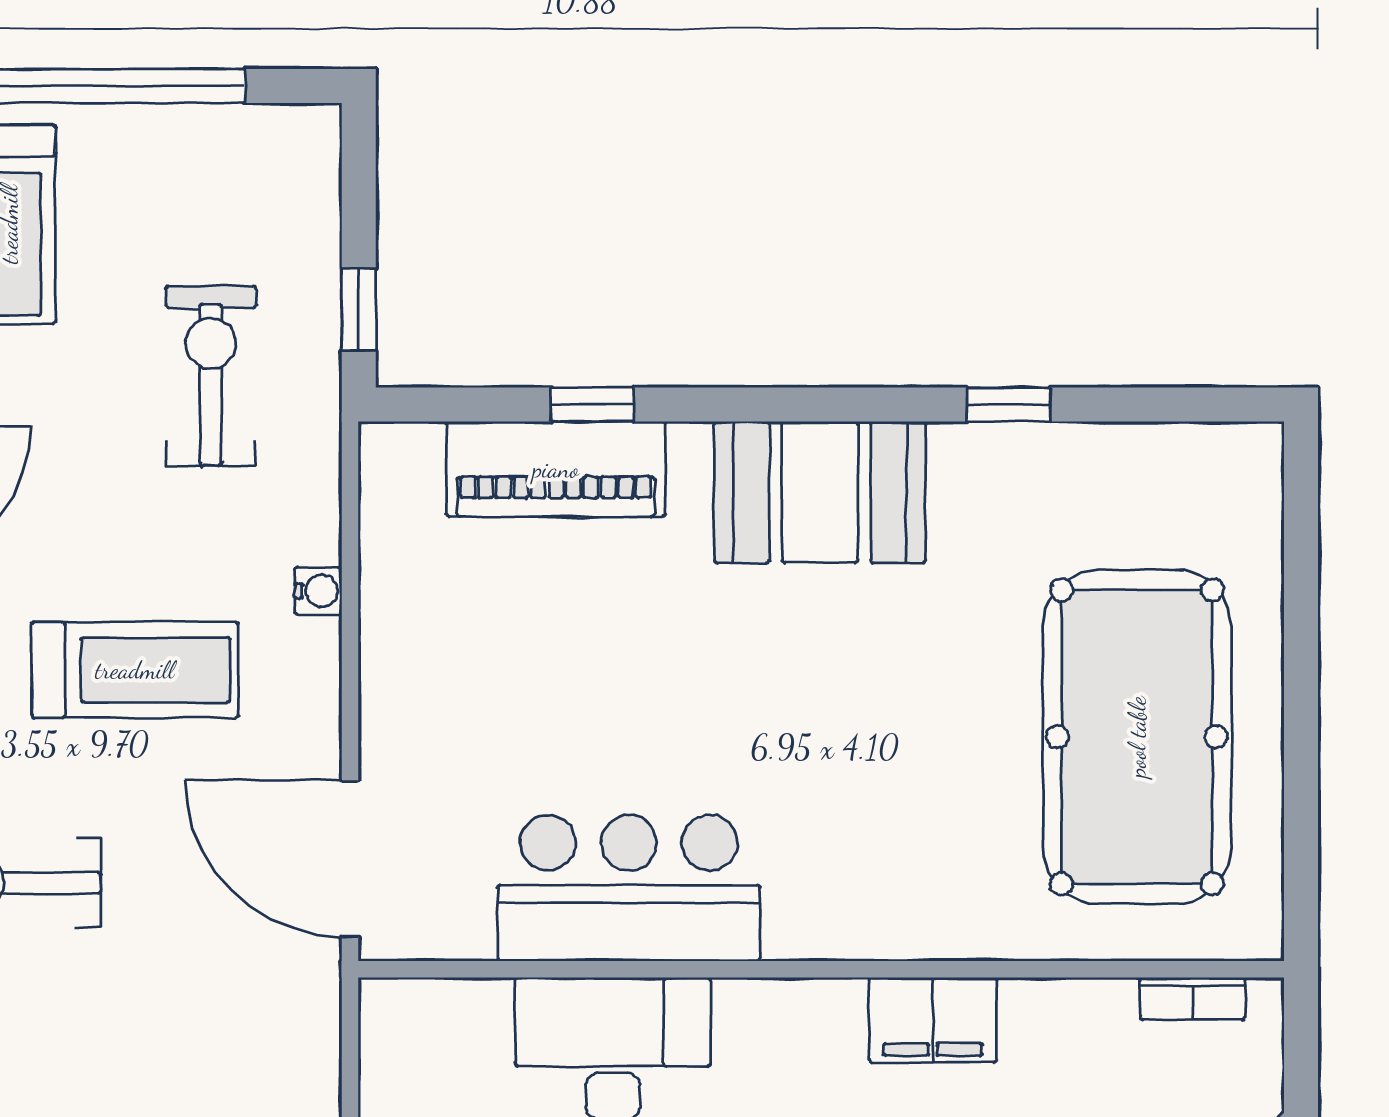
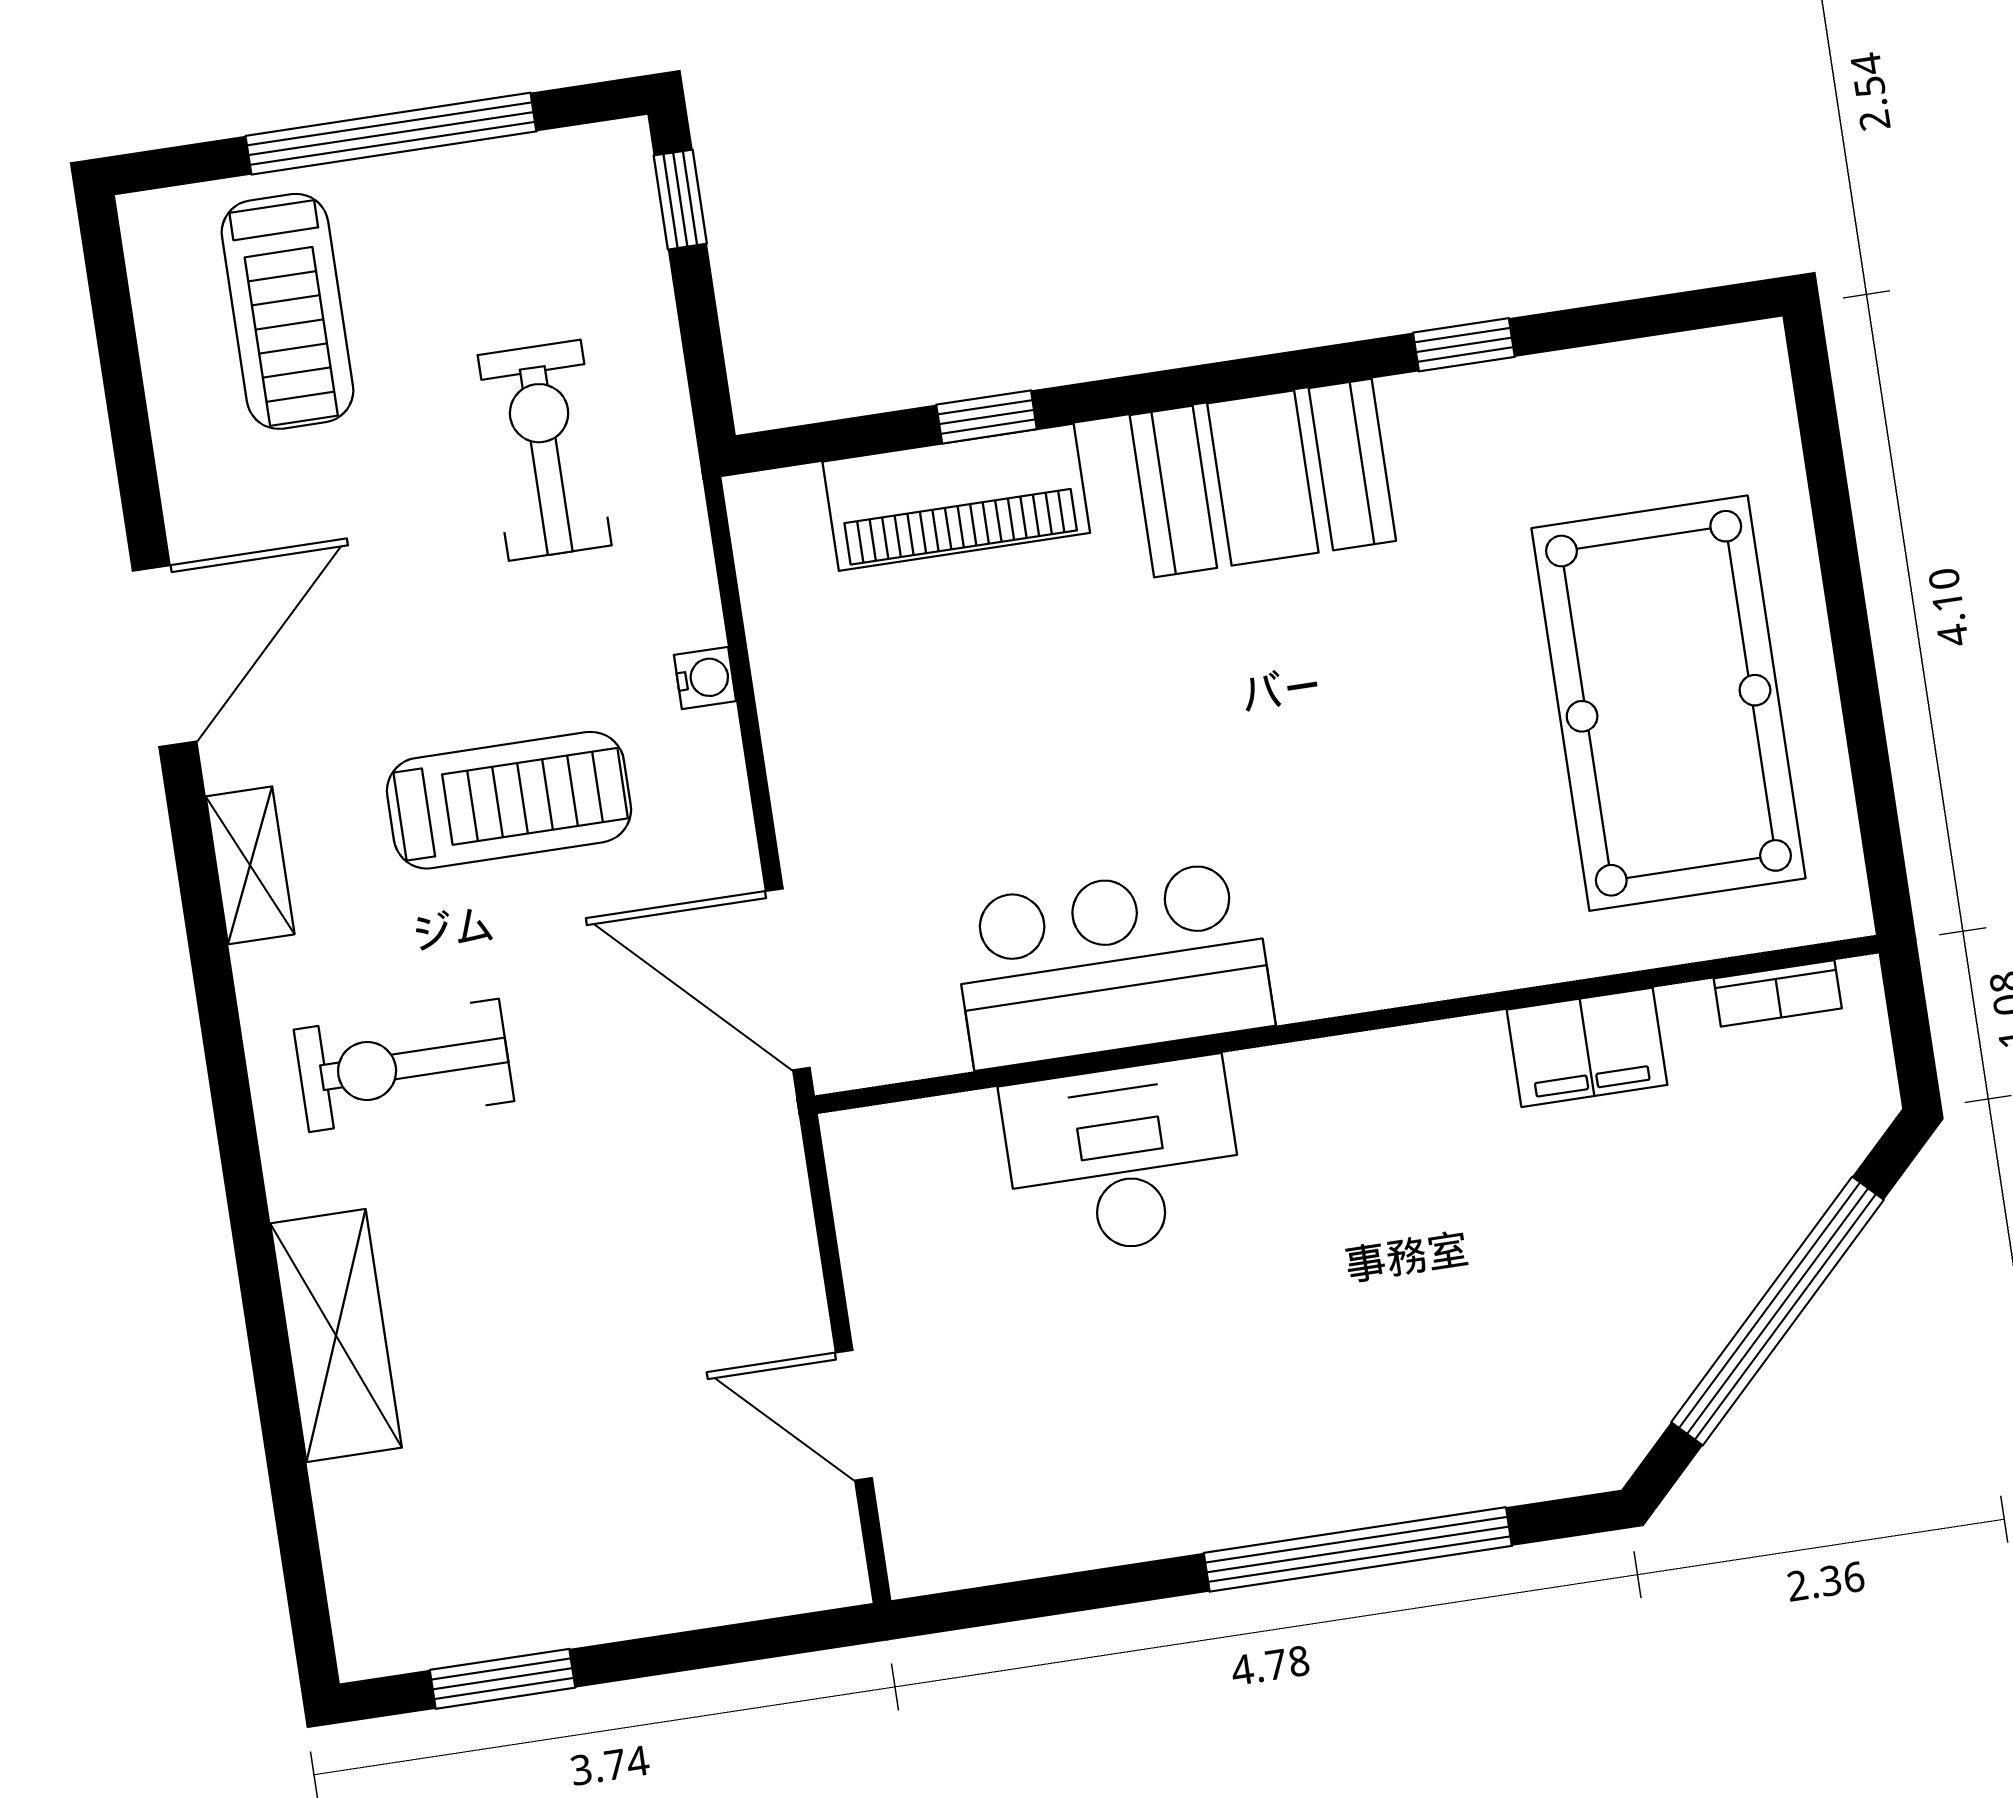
window: (359, 309) -> (680, 200), moved
filing cabinet: (933, 1020) -> (1587, 1047), moved

